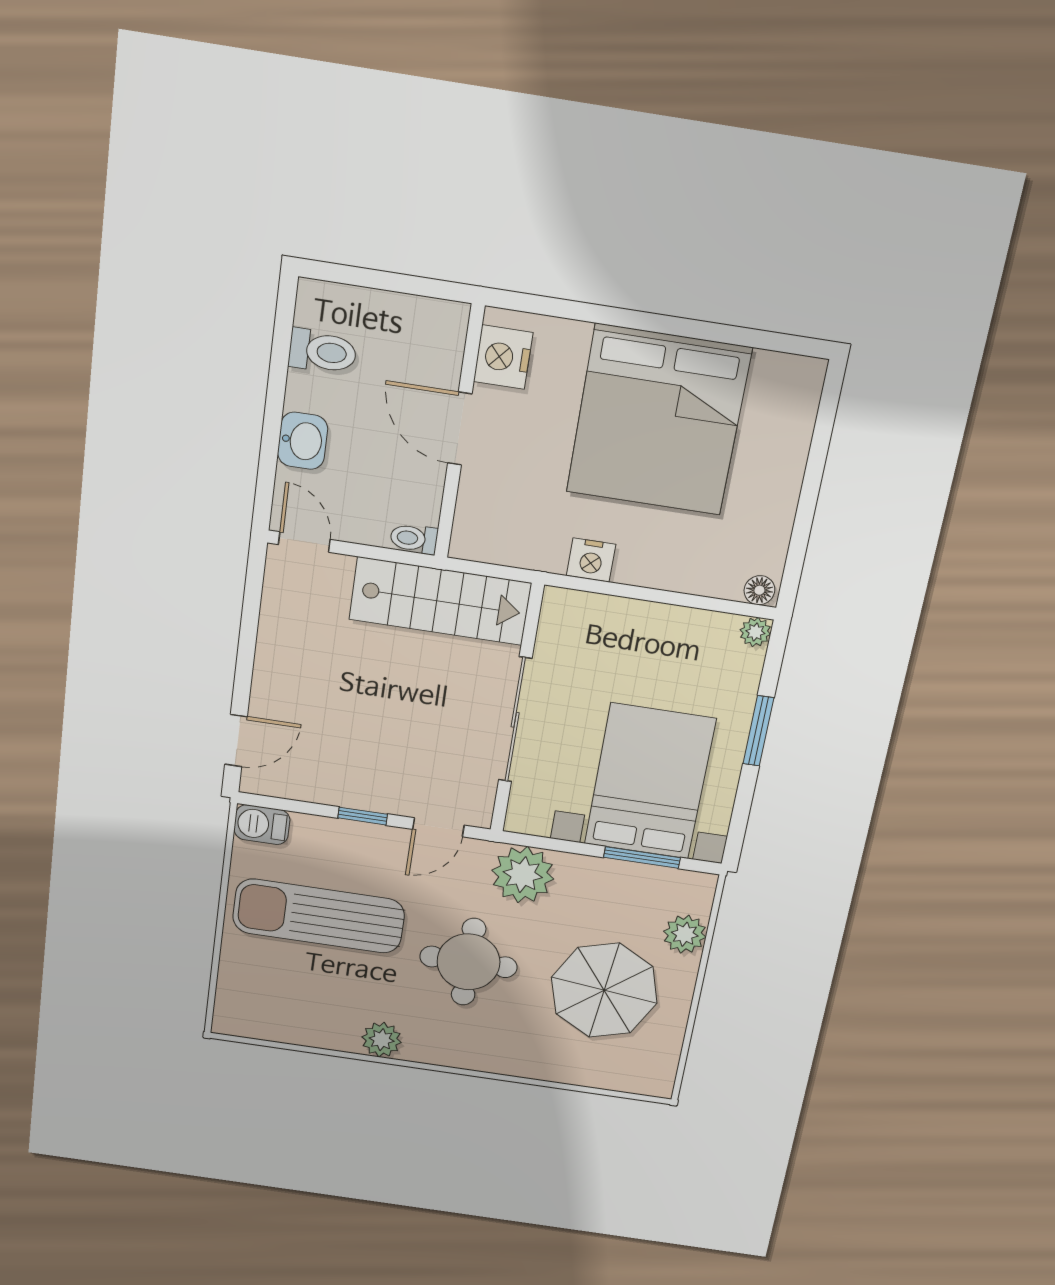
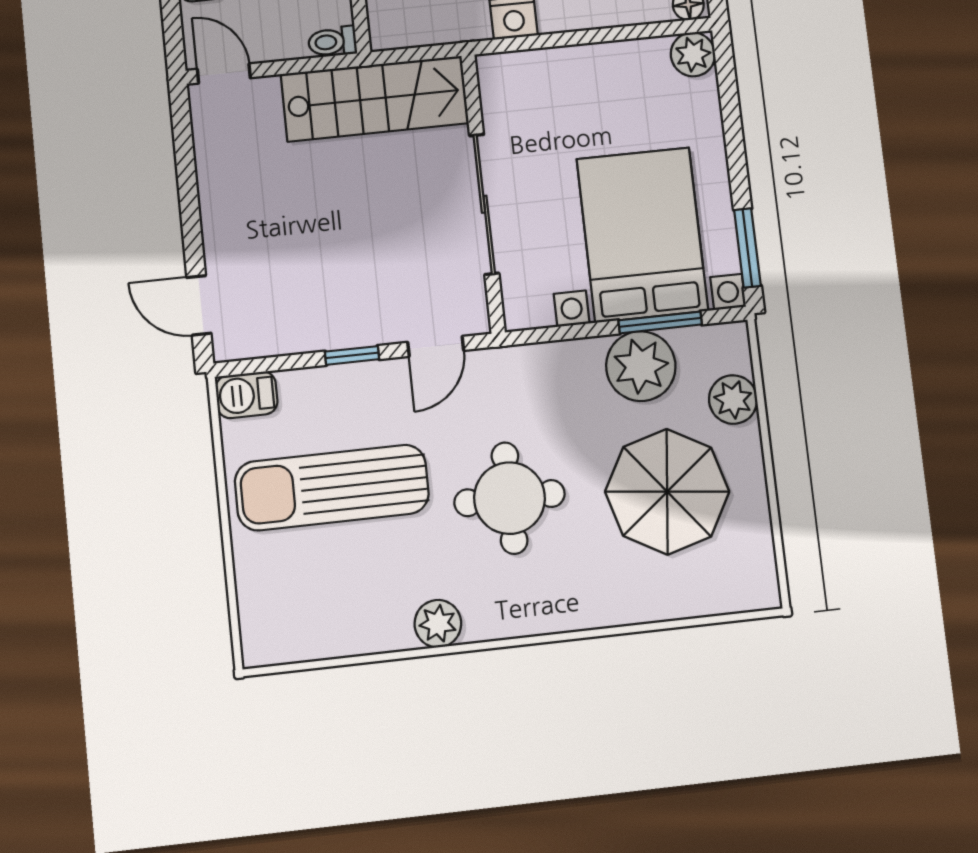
plant: (755, 632) -> (693, 54), width x1.38, depth x1.38
window: (758, 731) -> (747, 248), moved
door: (236, 741) -> (199, 305), swing flipped
plant: (523, 875) -> (641, 366), moved

